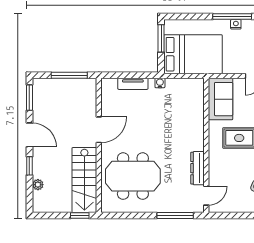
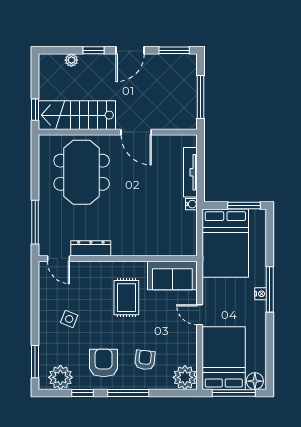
tv unit: (133, 84) -> (190, 172), width x1.41

